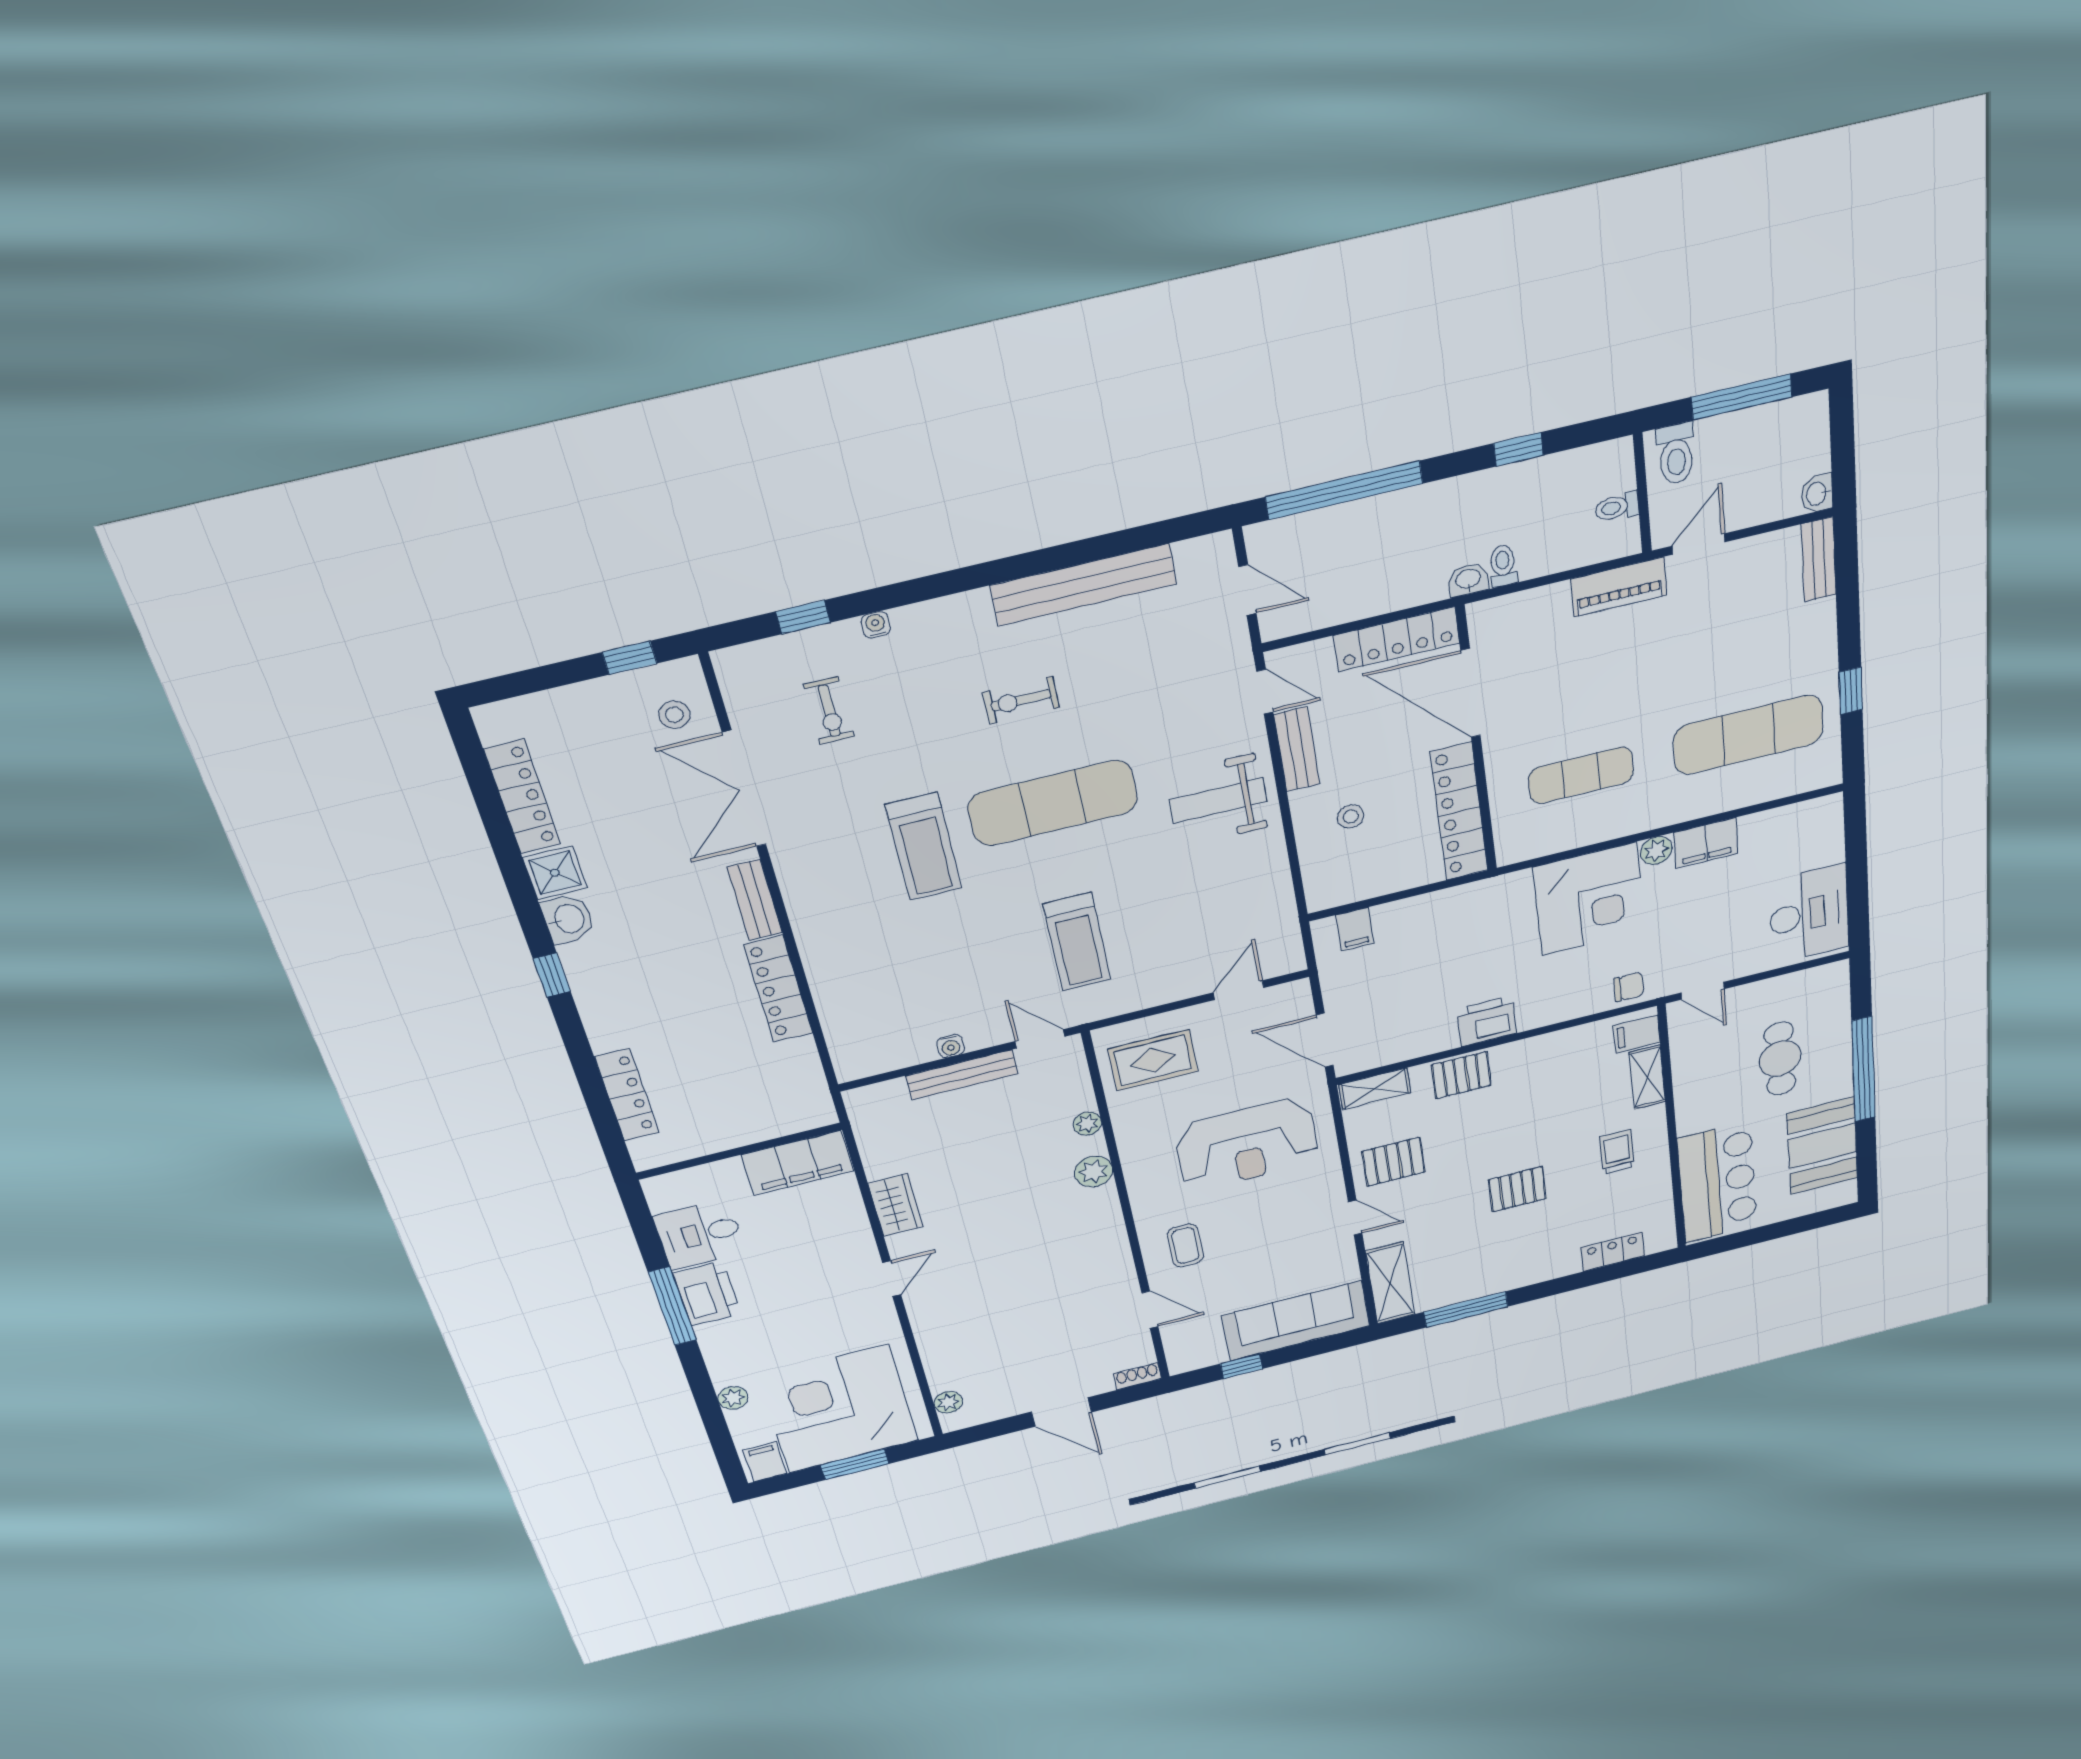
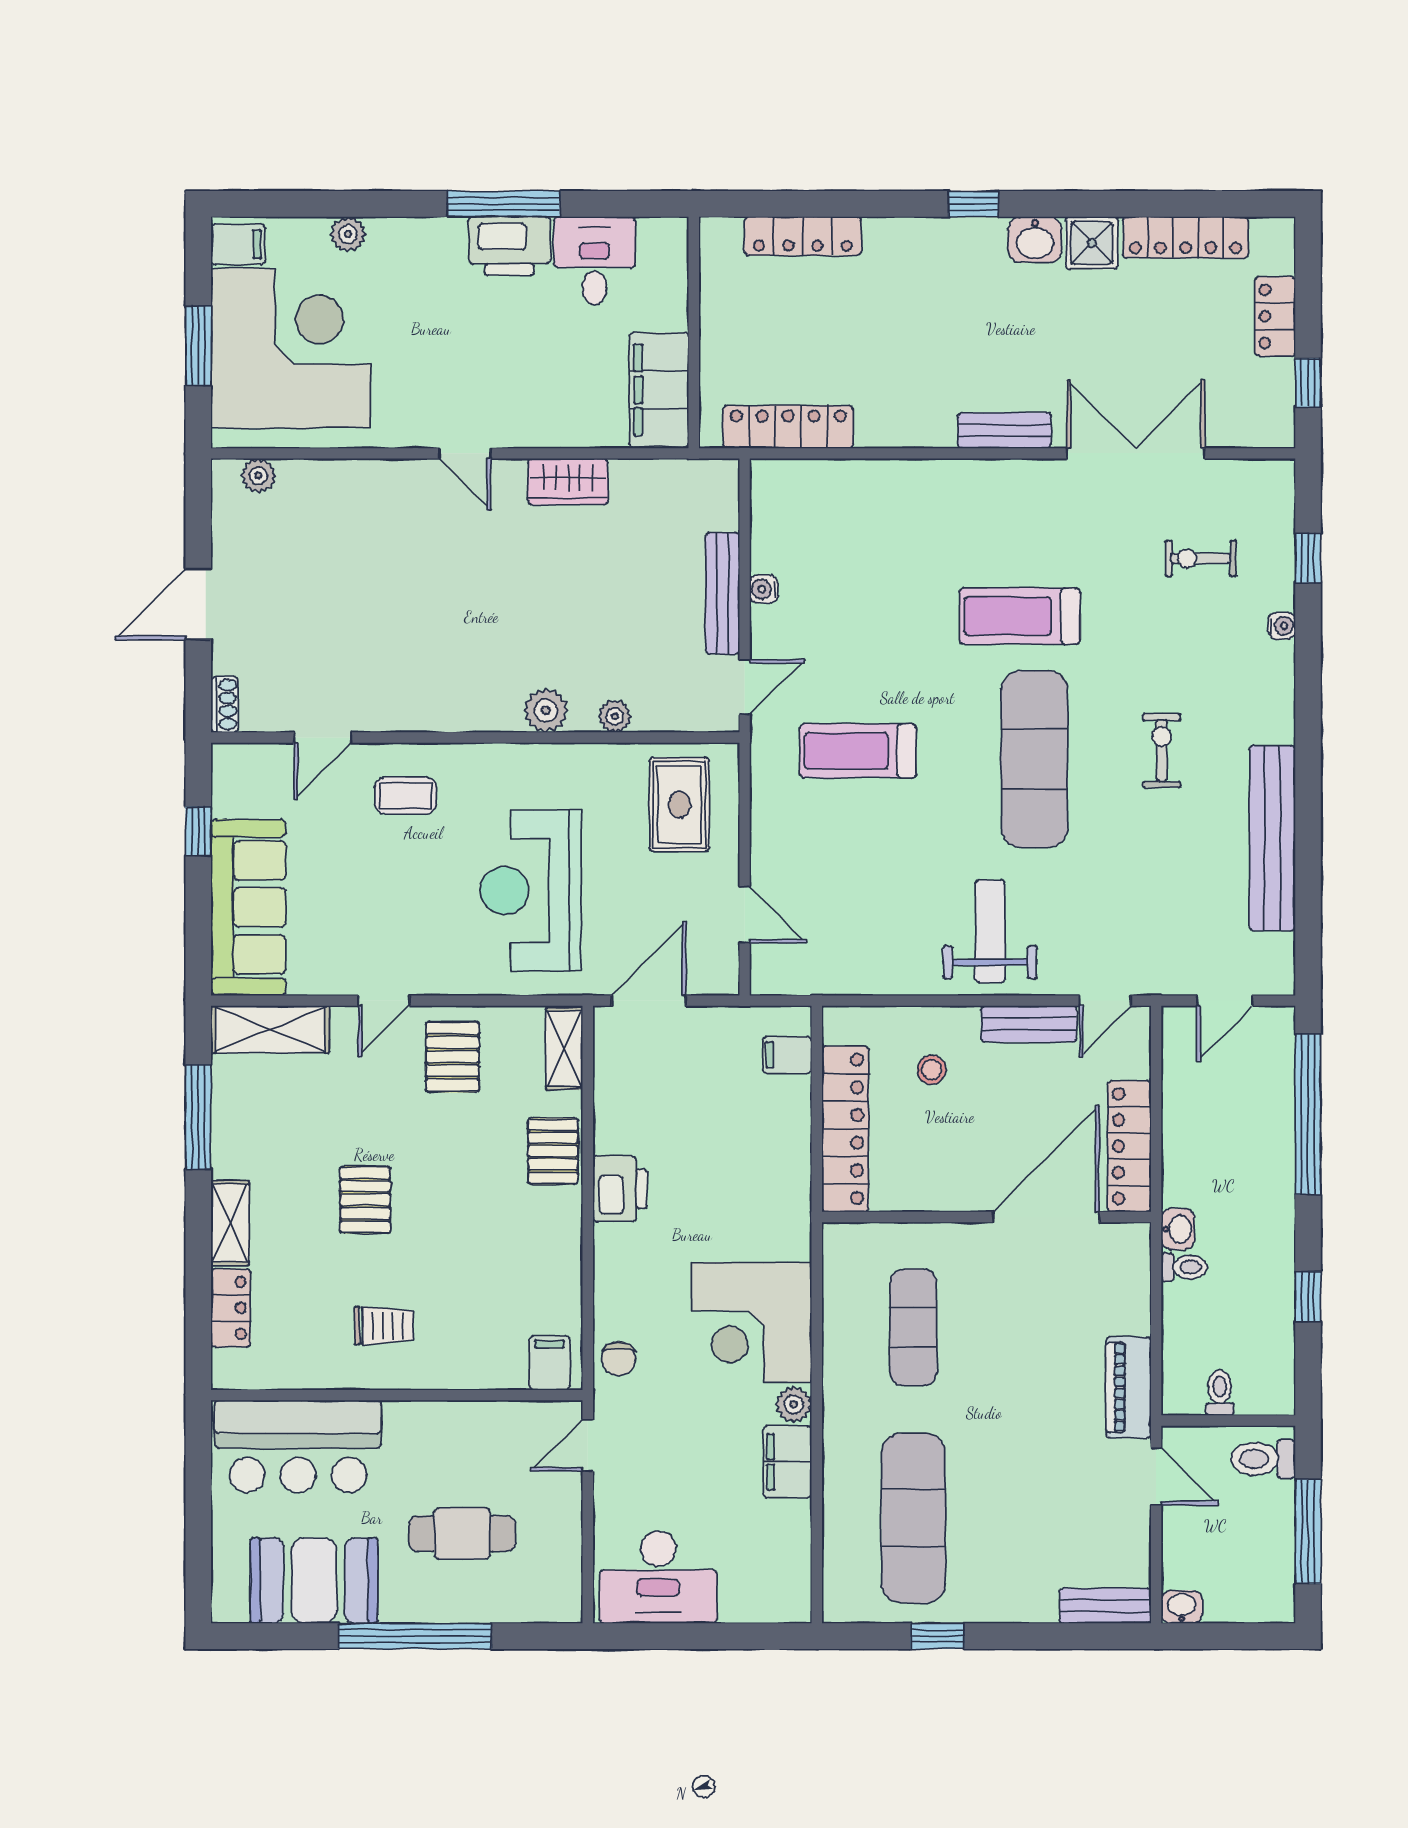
locker: (573, 702) -> (1275, 316), added
stool: (674, 715) -> (1236, 408), removed
locker: (1459, 812) -> (845, 1129), moved, turned 90
locker: (778, 989) -> (788, 427), moved
shelving: (1647, 1077) -> (230, 1223), moved, turned 90

